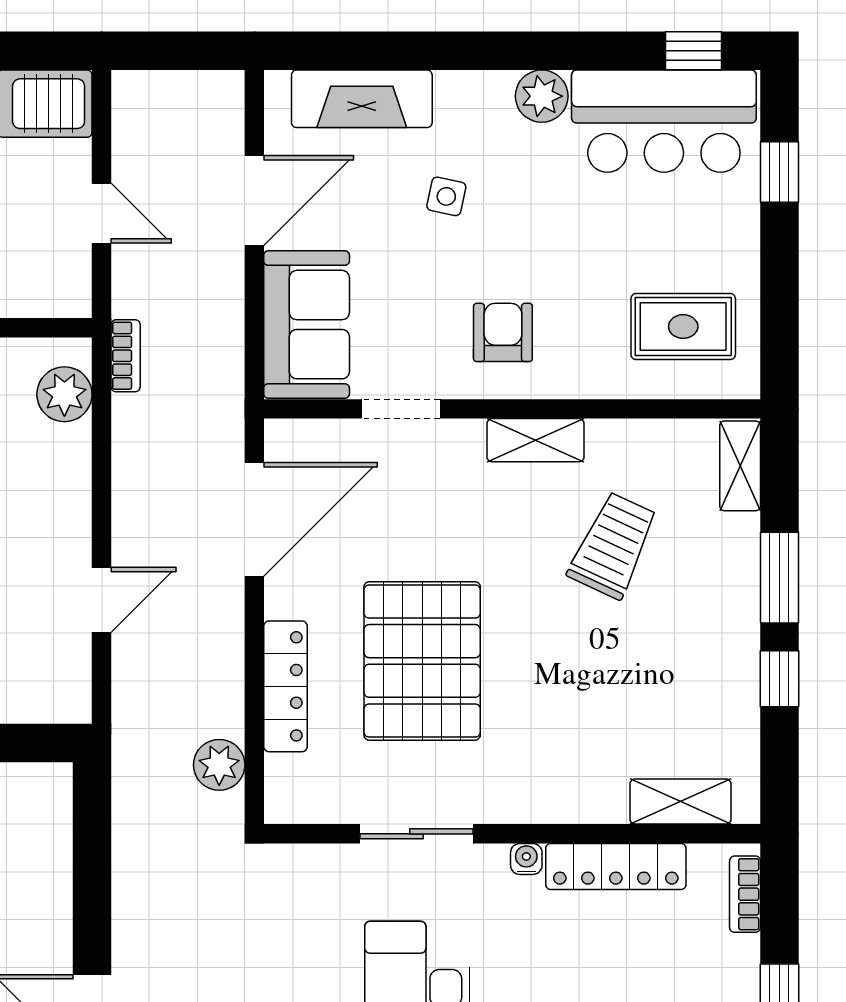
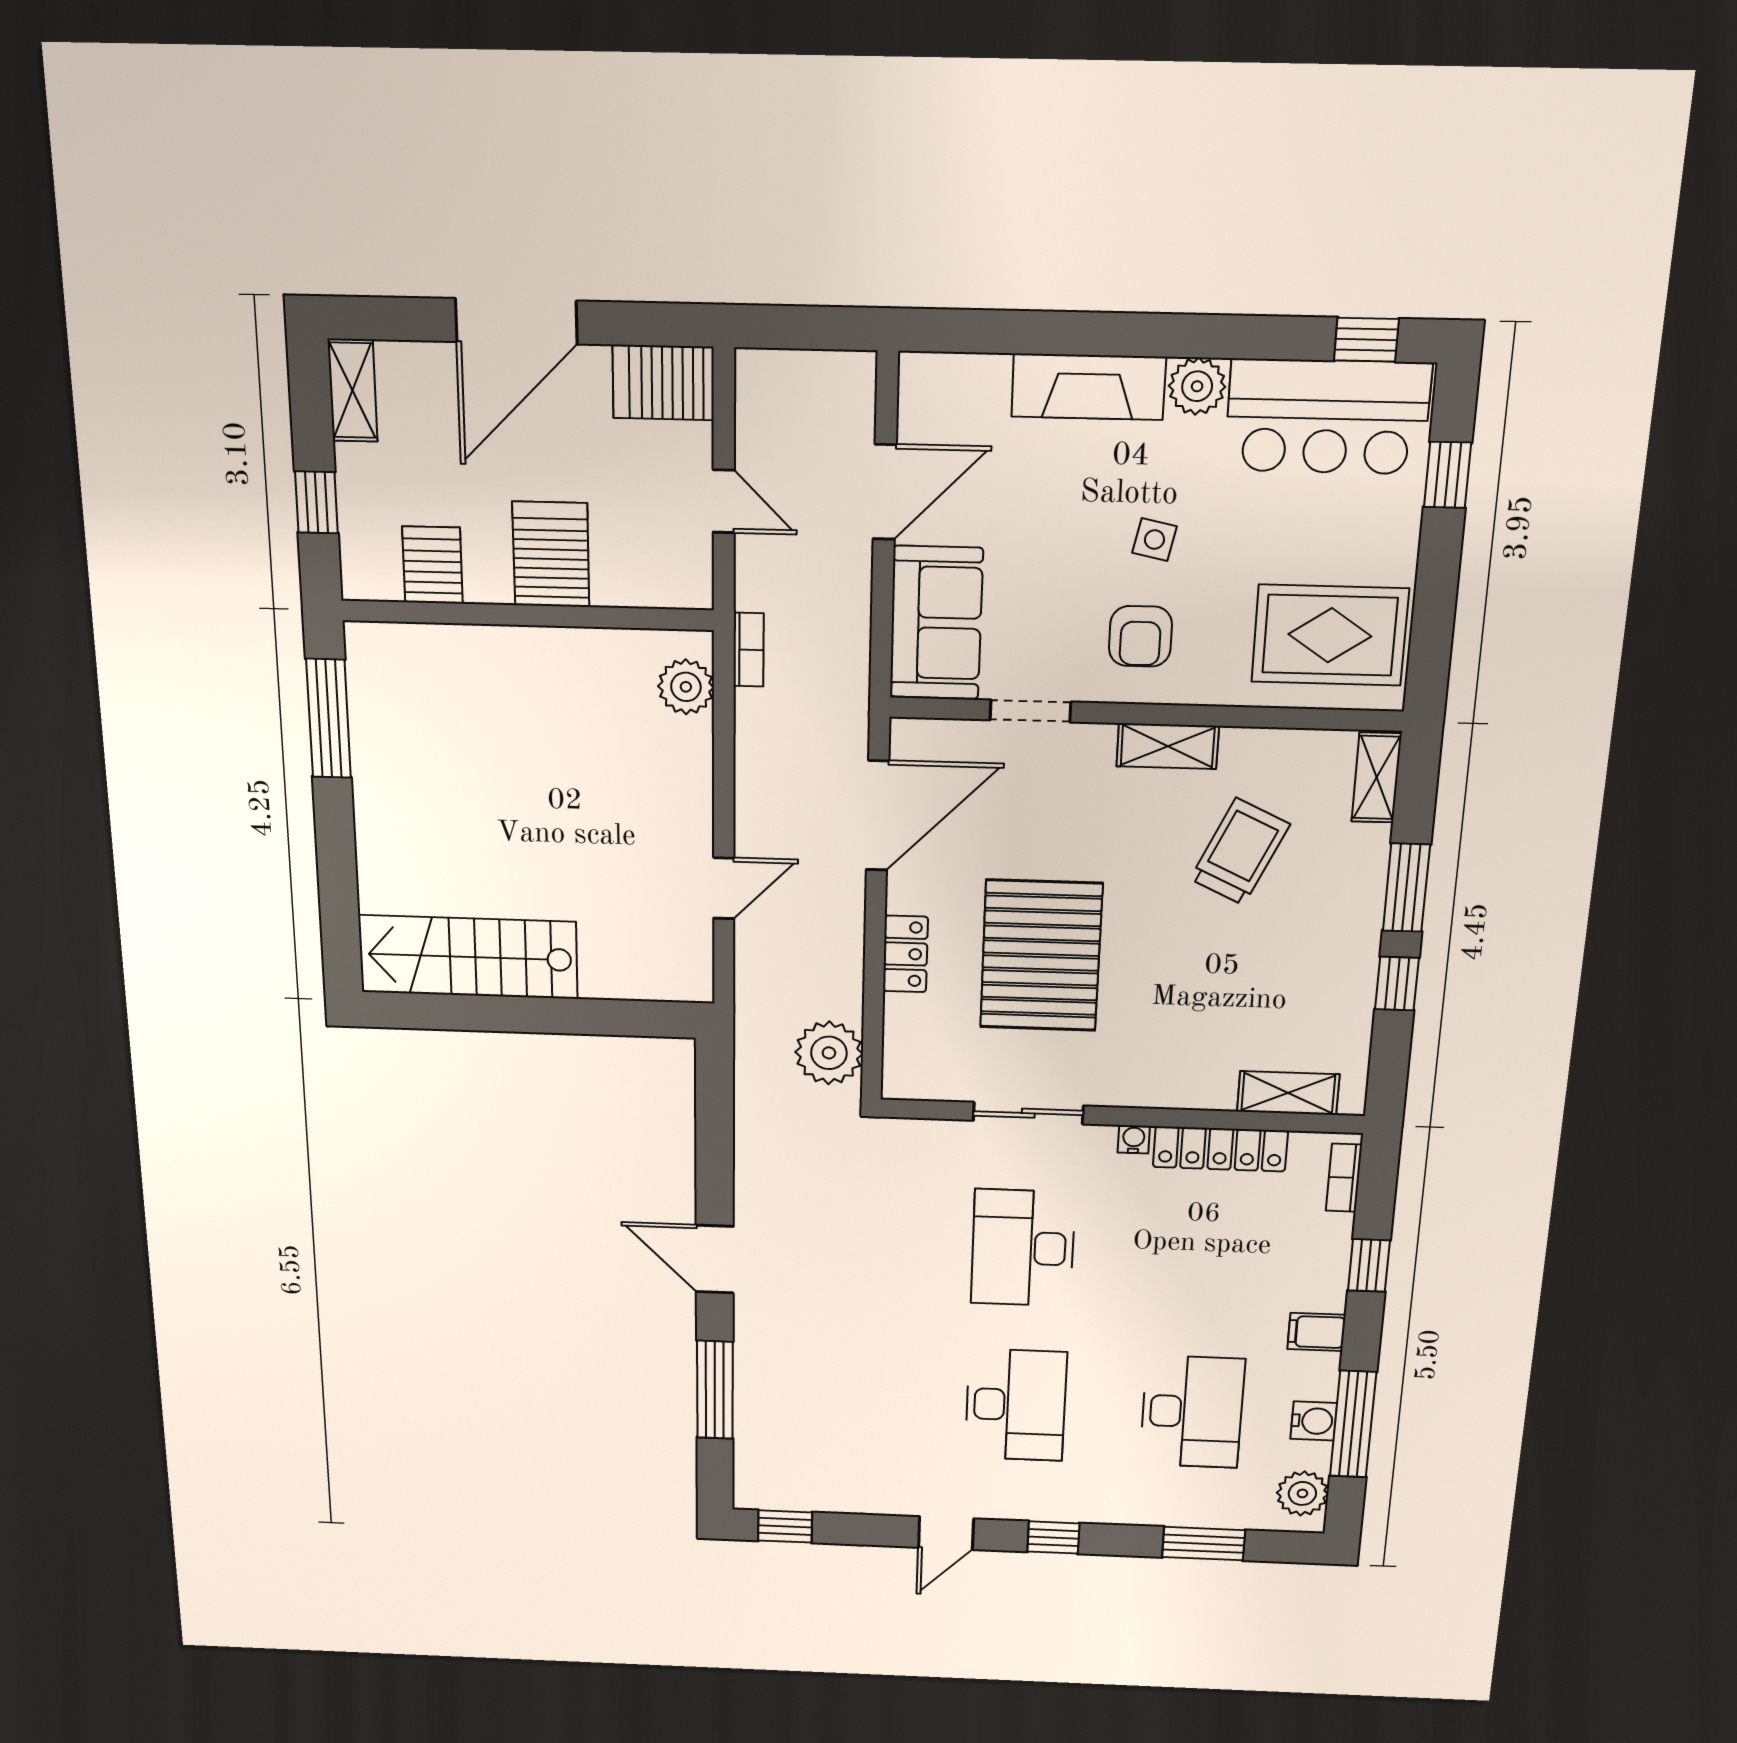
fireplace: (362, 99) -> (1088, 387), moved
side table: (446, 196) -> (1154, 540), moved
rug: (683, 327) -> (1330, 635), width x1.36, depth x1.43
armchair: (503, 332) -> (1140, 636), turned 180
locker: (286, 686) -> (905, 954), width x0.66
plant: (219, 765) -> (829, 1053), width x1.36, depth x1.36

